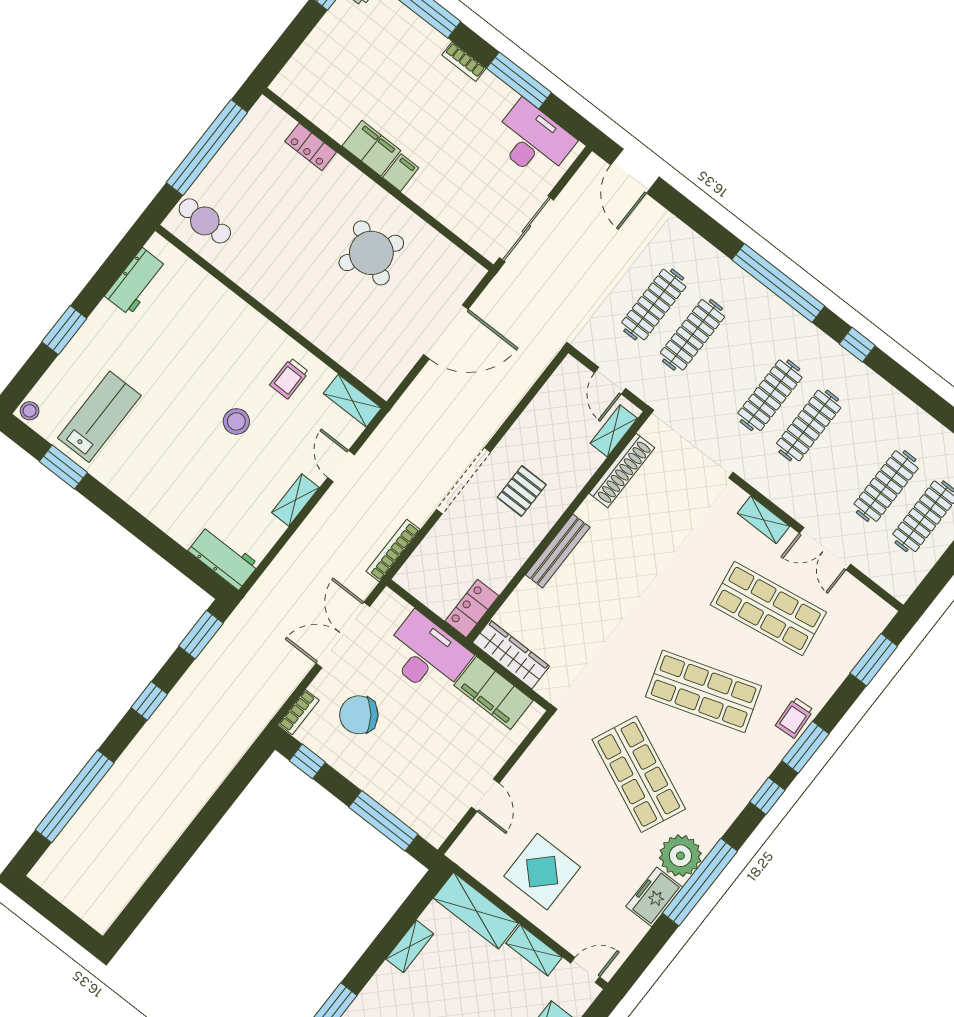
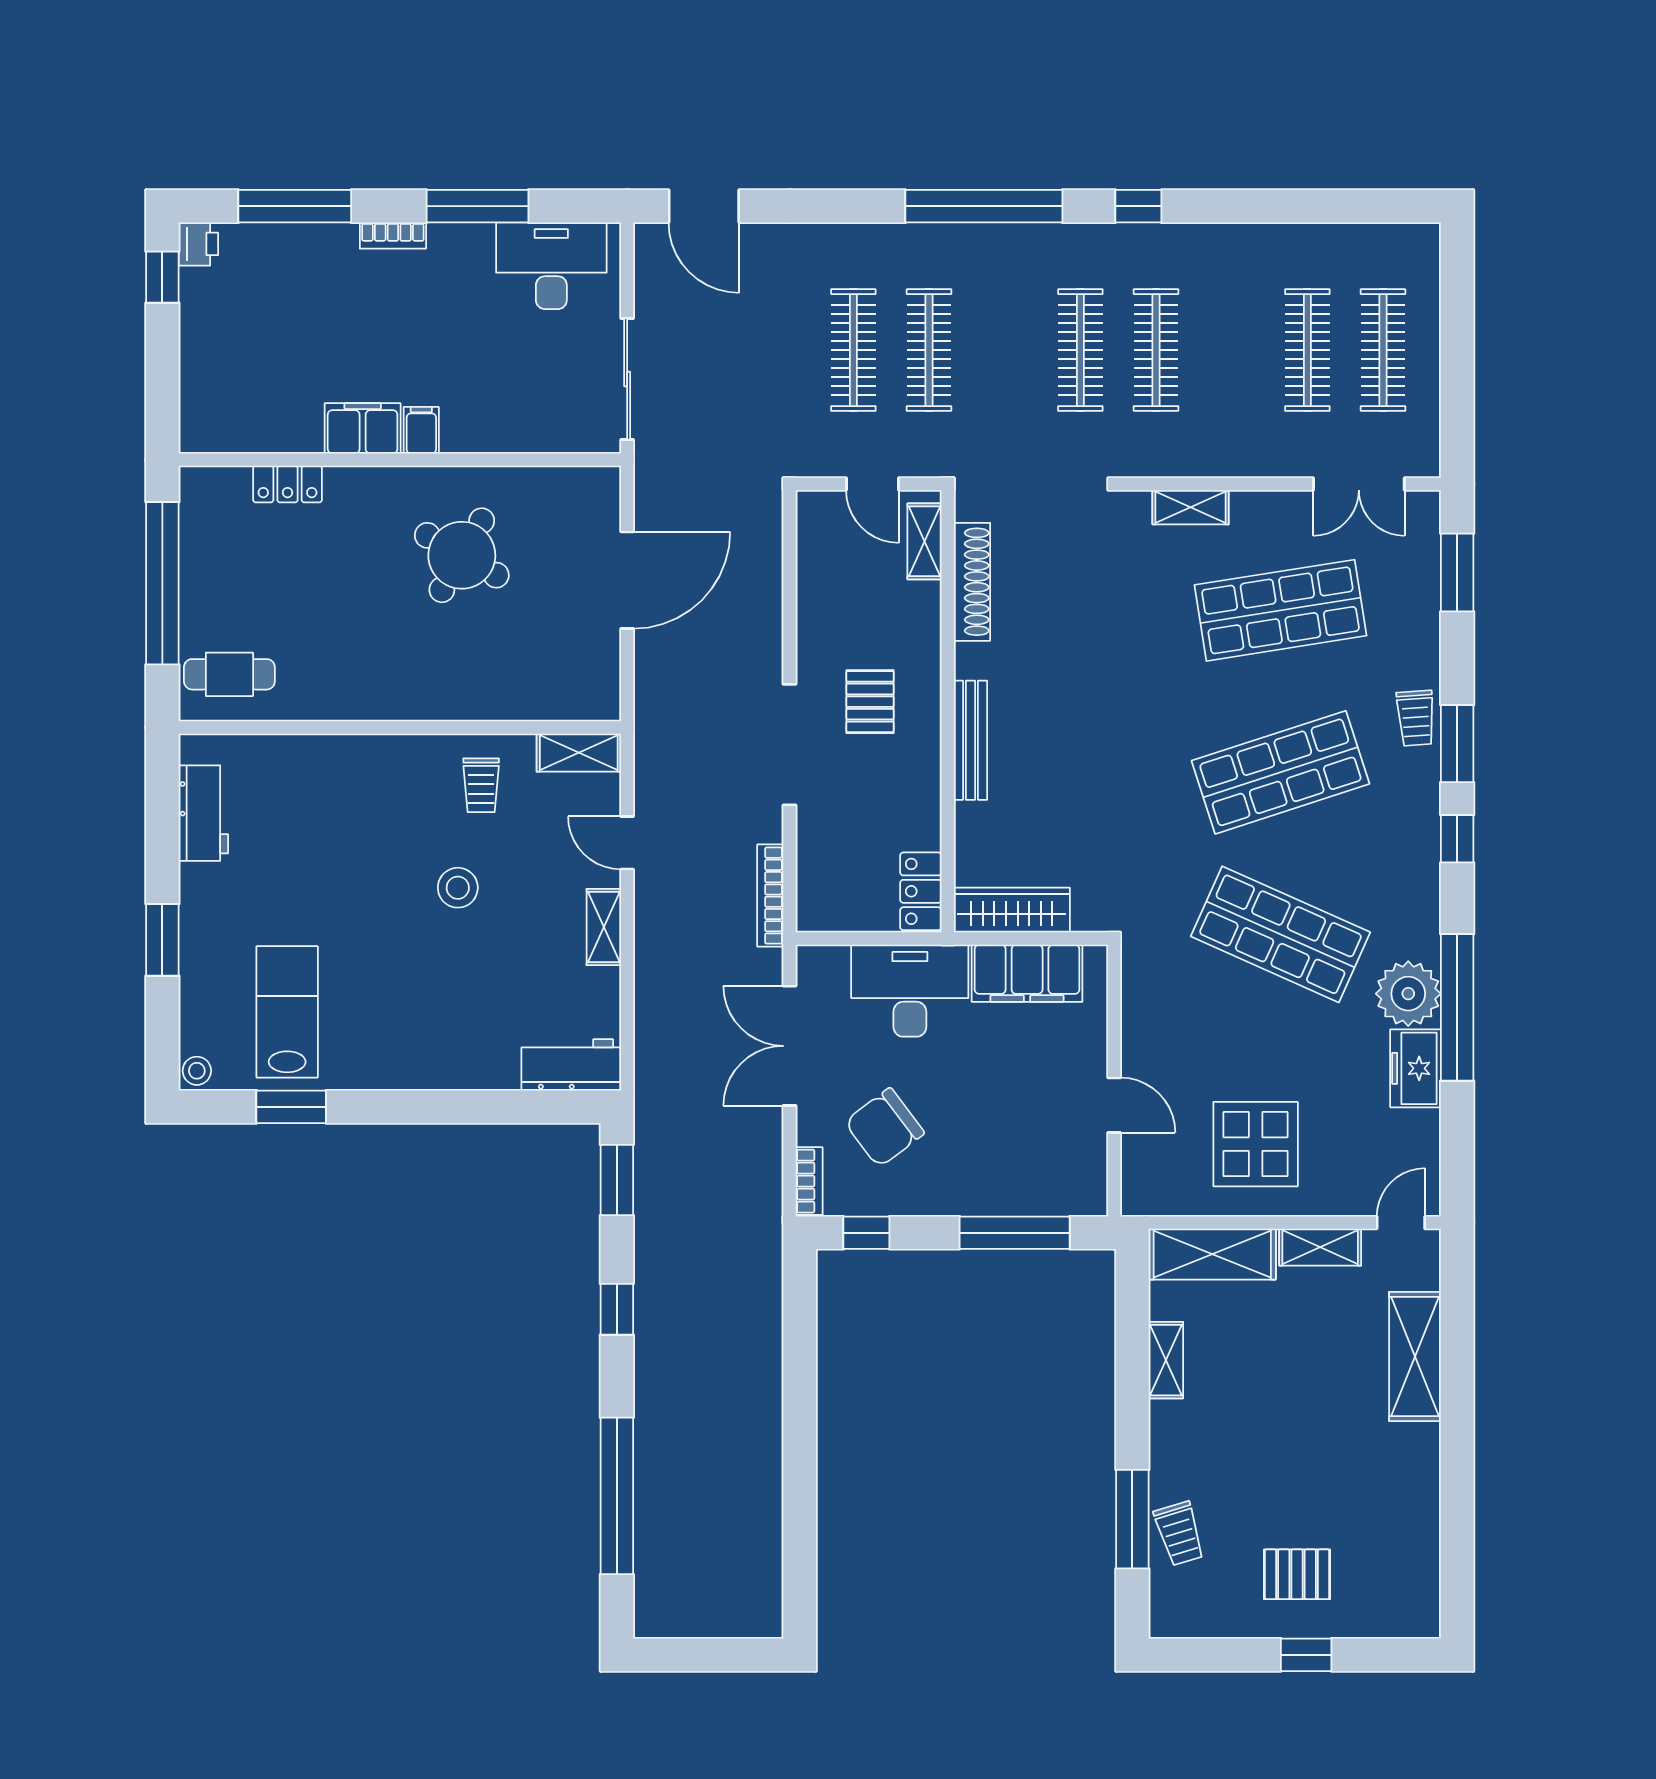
double door: (825, 549) -> (1359, 484), moved

